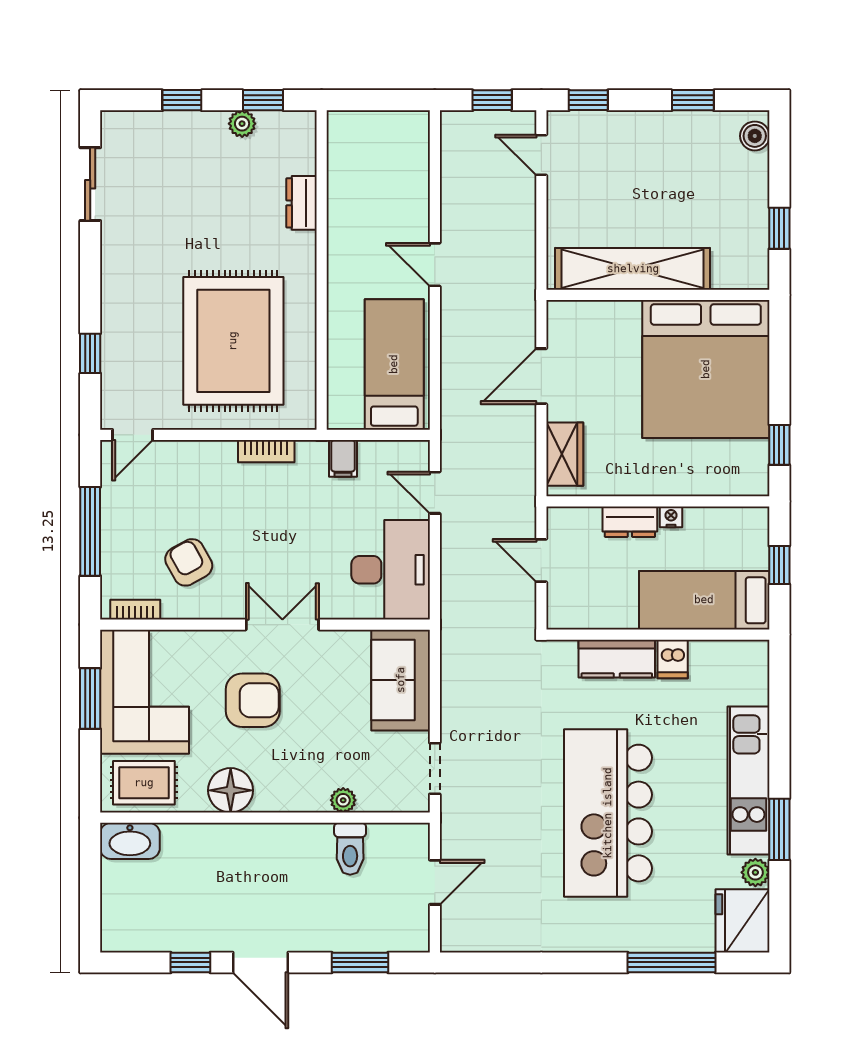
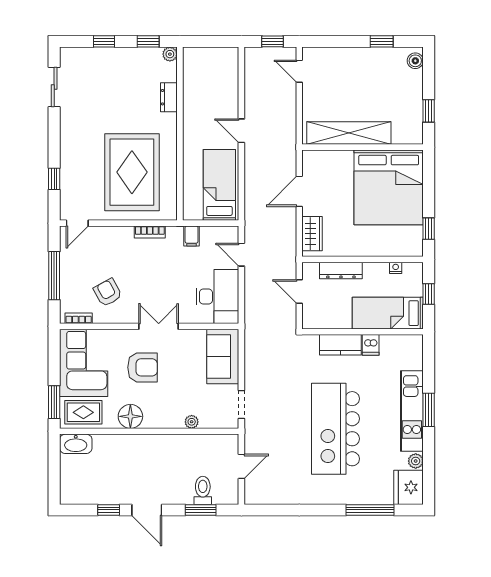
window: (588, 100) -> (325, 41), removed
plant: (242, 124) -> (170, 54), moved
nightstand: (671, 517) -> (396, 268), moved
dresser: (630, 522) -> (341, 270), width x1.44
window: (90, 699) -> (54, 402), moved
window: (779, 829) -> (429, 410), moved
toilet: (350, 849) -> (203, 490), moved, turned 180

